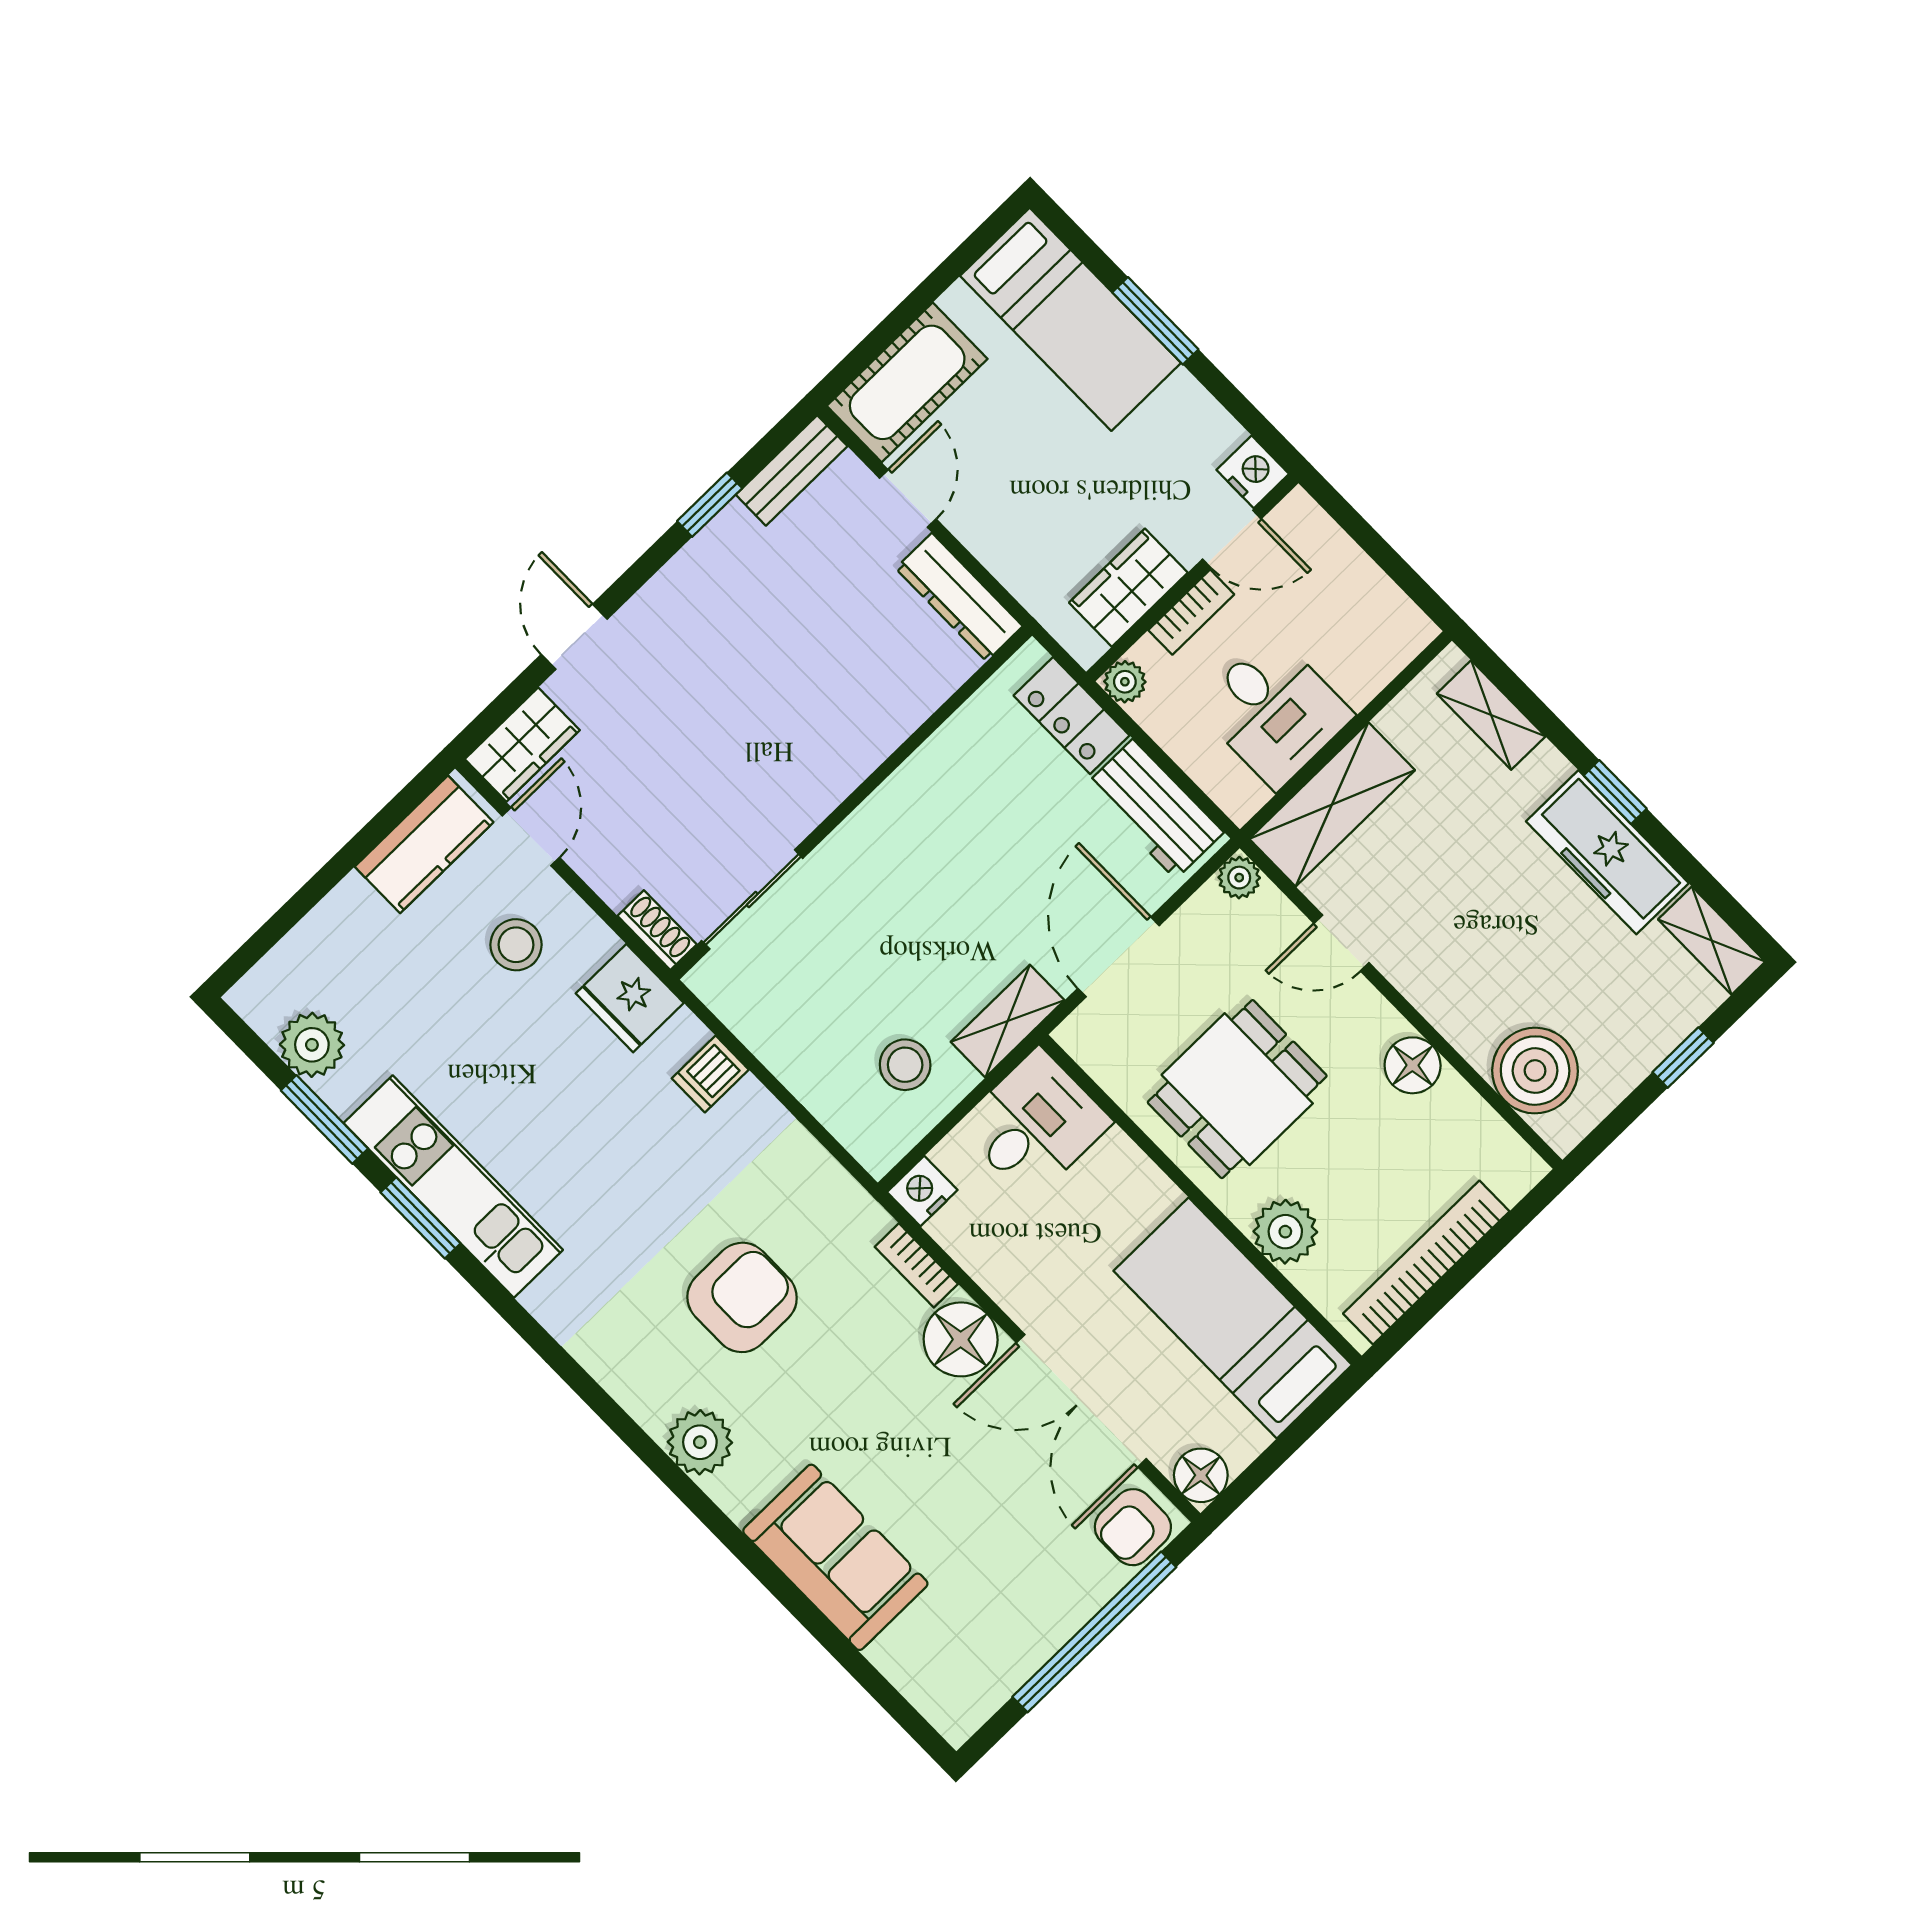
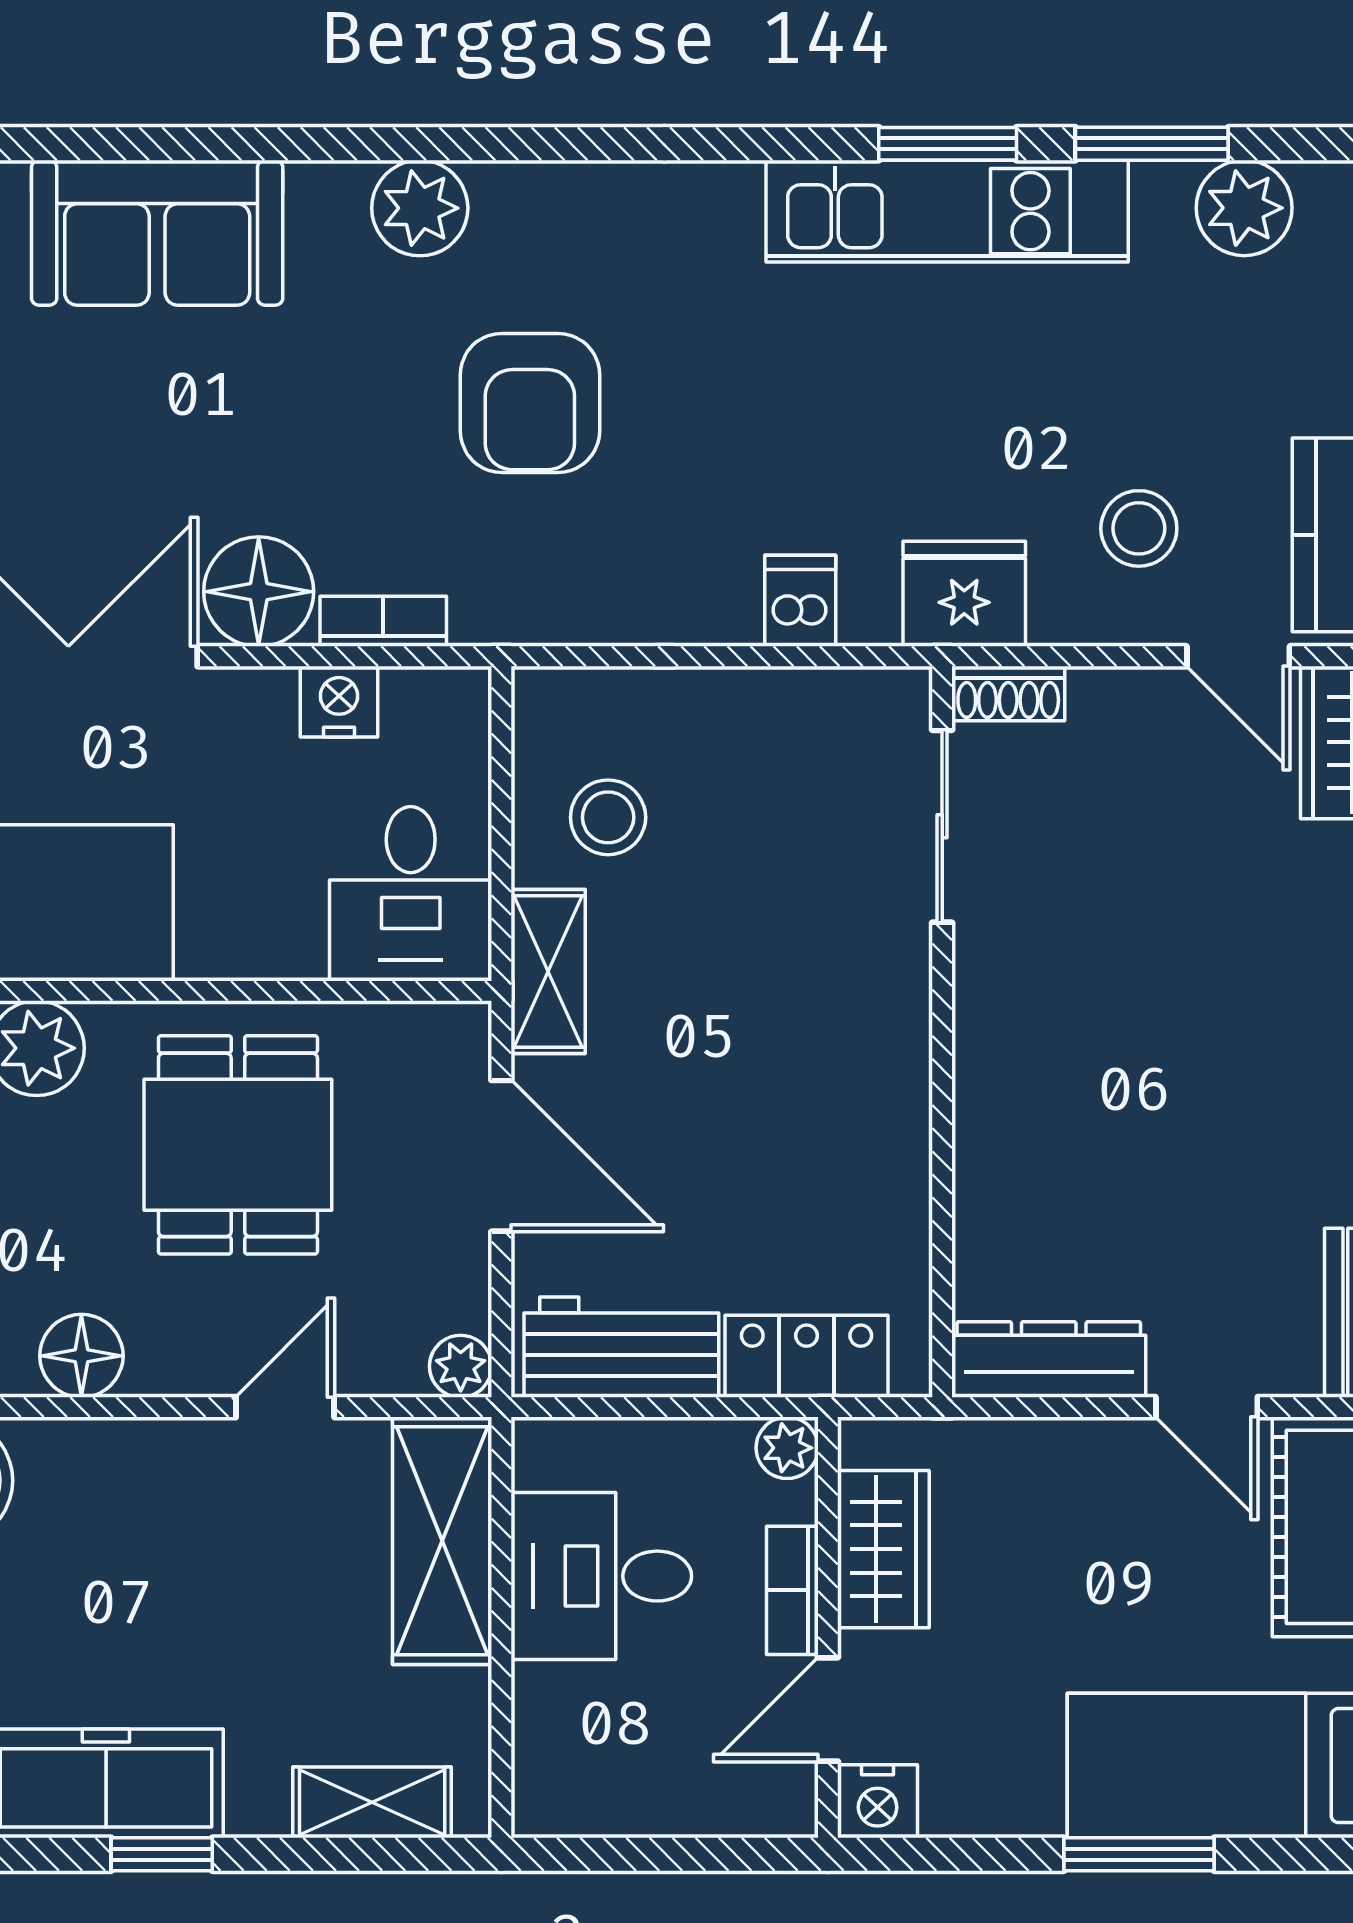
nightstand: (922, 1191) -> (339, 702), moved, turned -90

